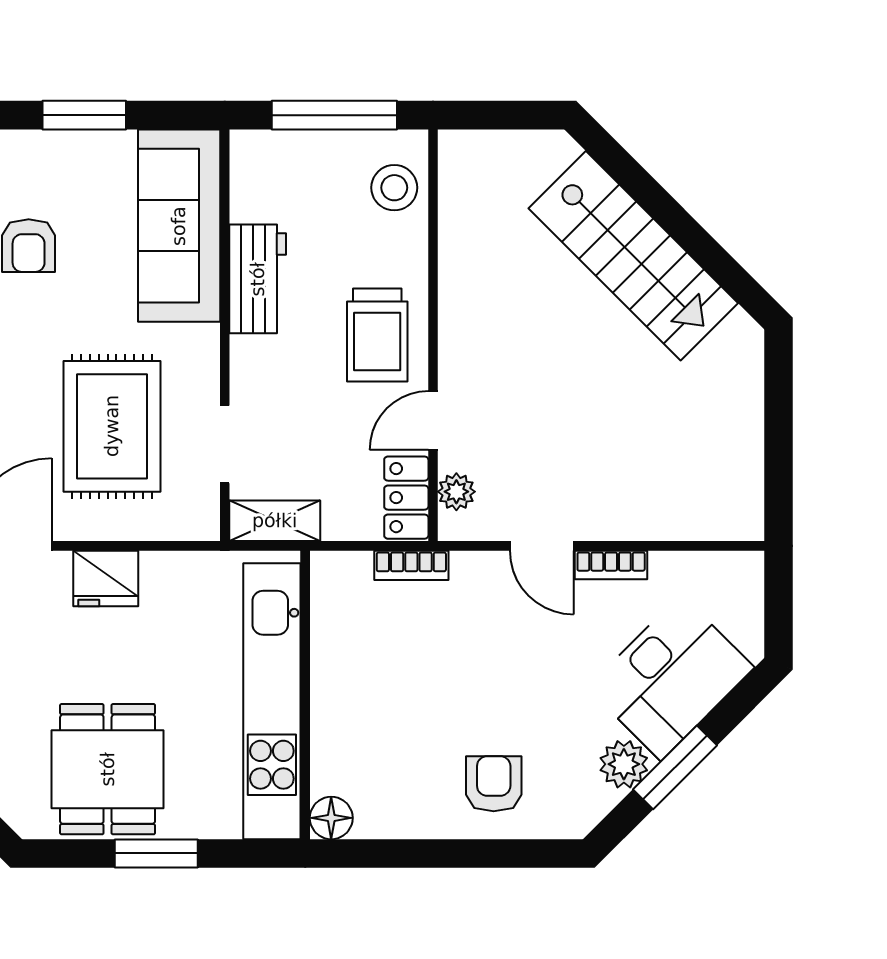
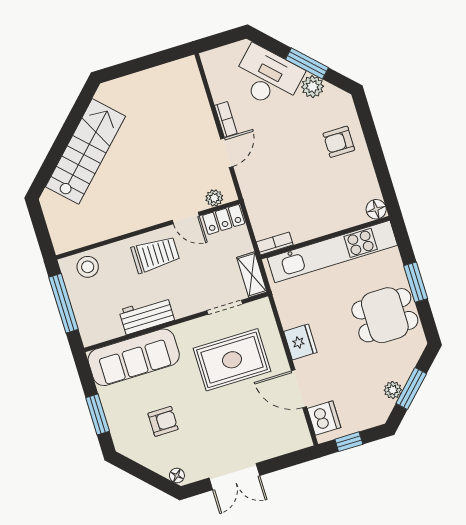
bookcase: (411, 565) -> (275, 243), moved, turned -90

